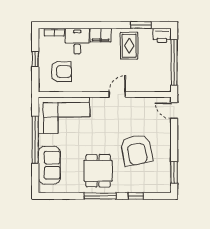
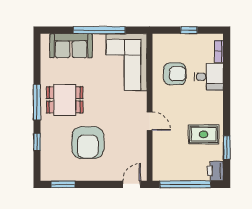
filing cabinet: (101, 35) -> (216, 103), removed
armchair: (61, 72) -> (175, 74), moved, turned -90
armchair: (137, 150) -> (88, 143), turned -79

